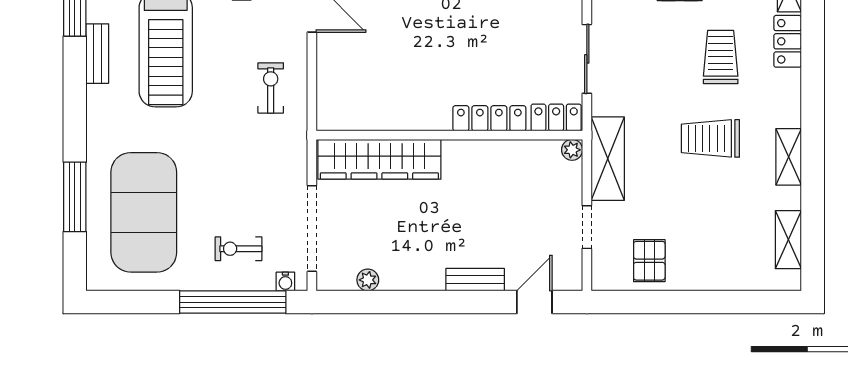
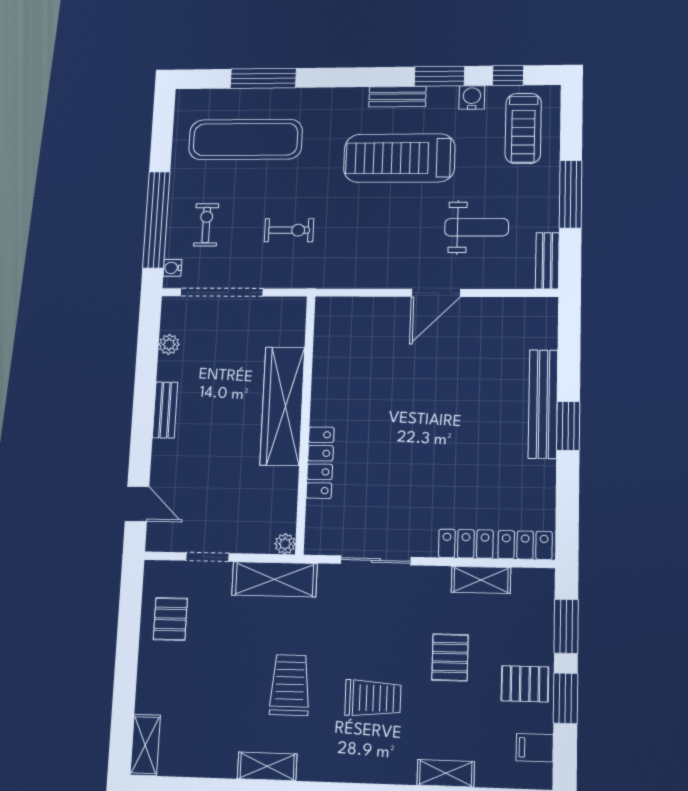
locker: (788, 41) -> (387, 769), removed
exercise bike: (271, 88) -> (289, 230), moved
locker: (556, 117) -> (318, 528), removed
wardrobe: (379, 159) -> (282, 406), moved
exercise mat: (144, 212) -> (245, 139), width x0.68
shelving: (788, 240) -> (145, 745), moved, turned 90
pallet: (649, 261) -> (170, 619), turned 90
bench: (475, 280) -> (165, 410), moved

